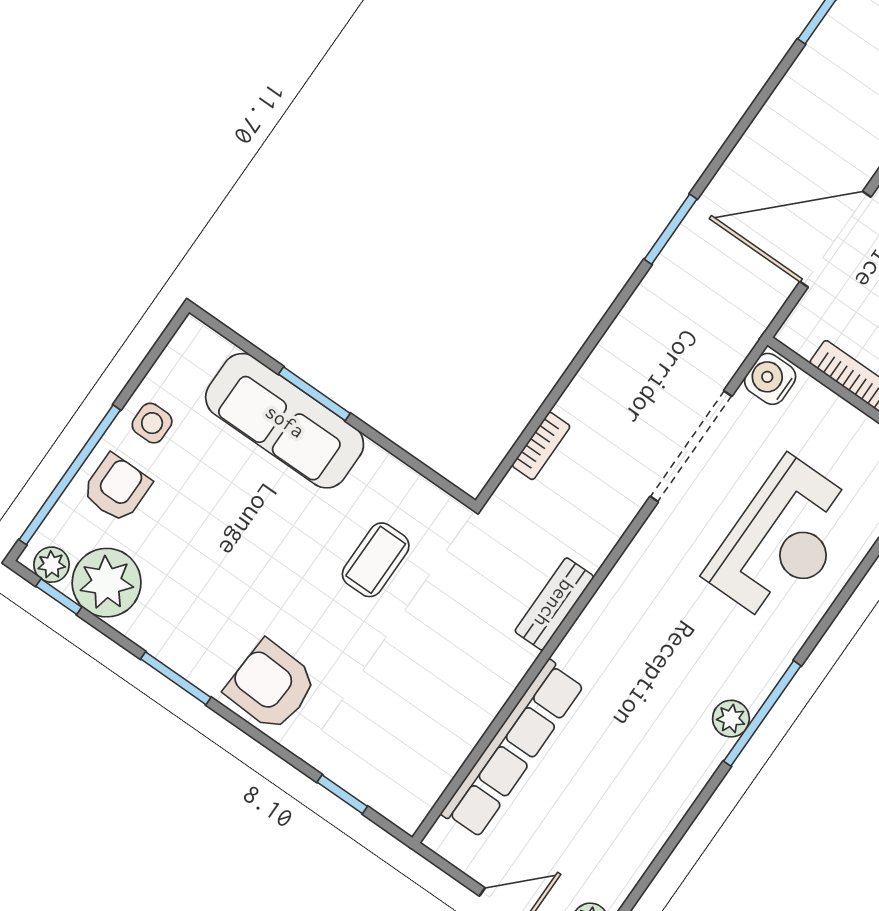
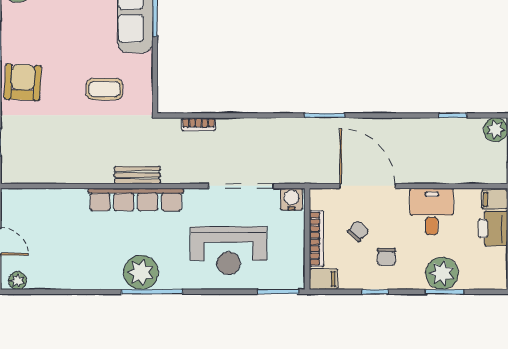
plant: (731, 719) -> (141, 272), width x1.88, depth x1.88
row of seats: (513, 749) -> (136, 199), moved

